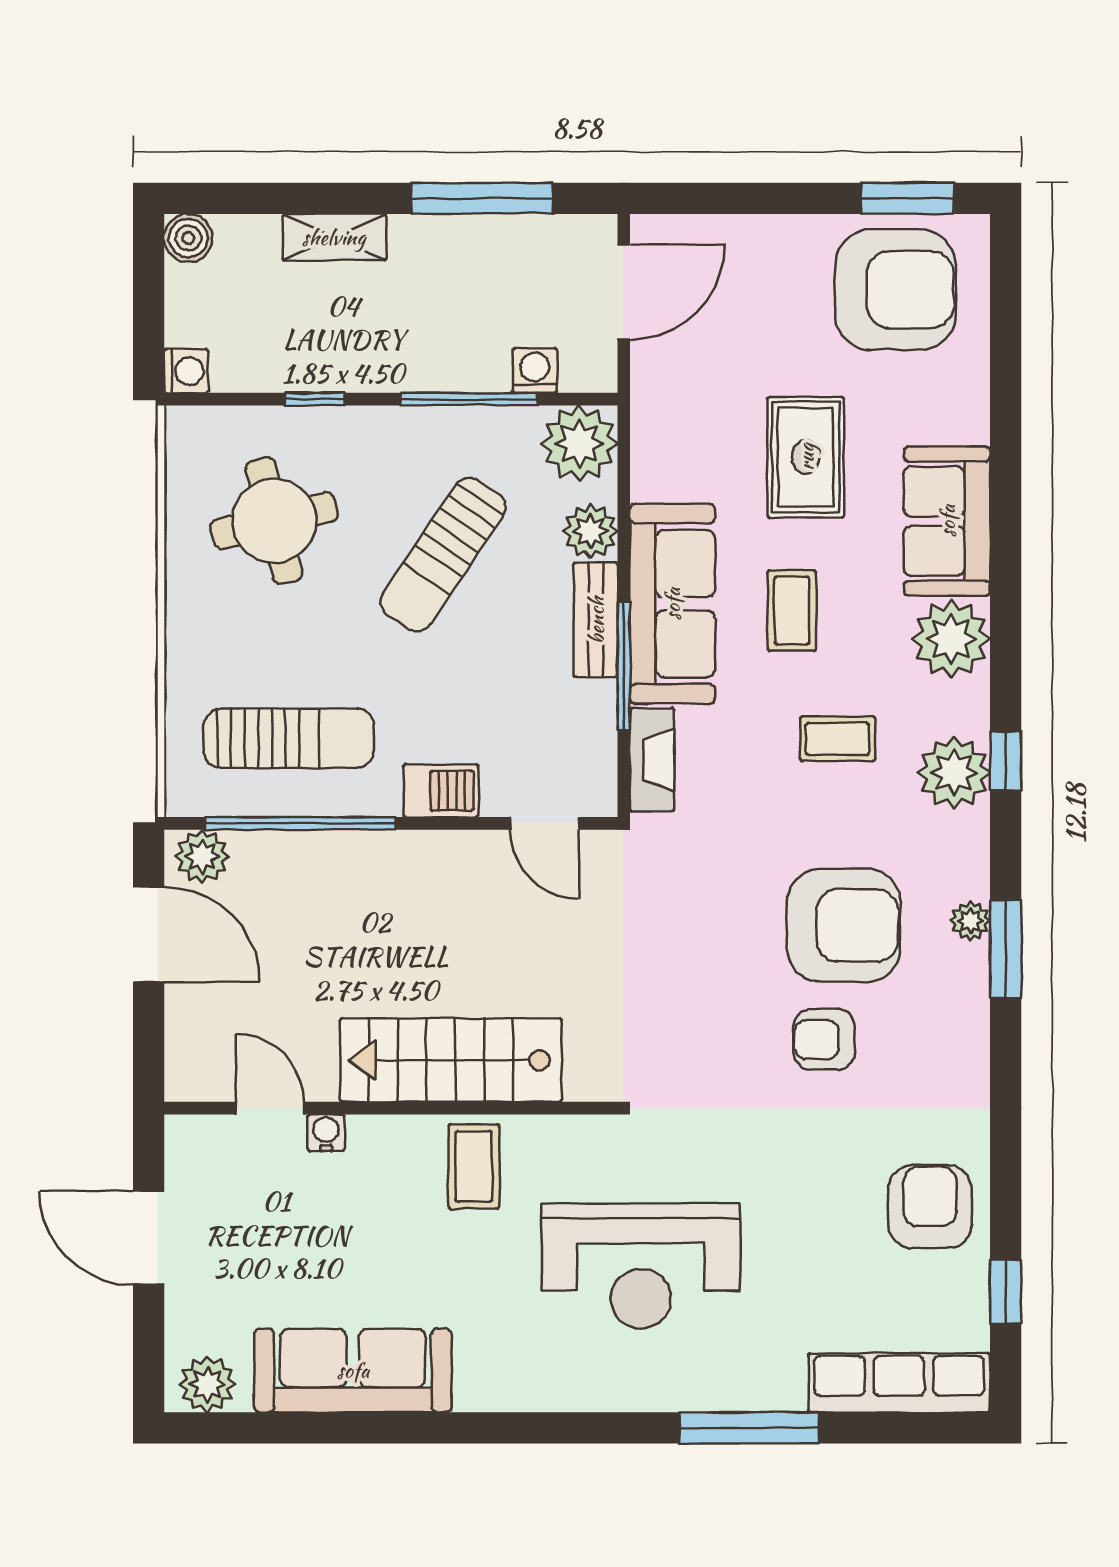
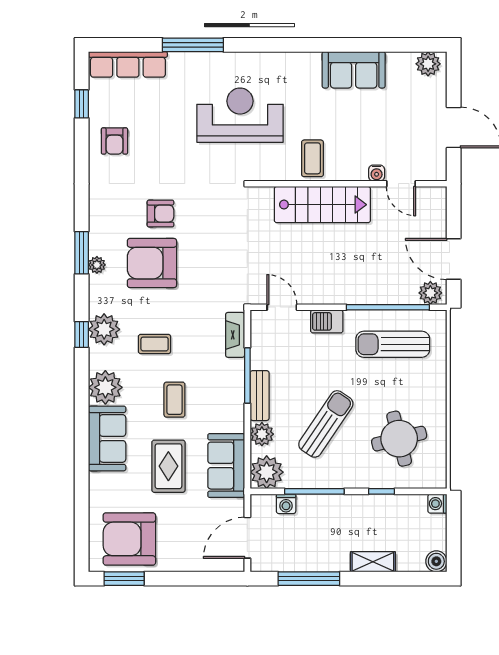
sofa: (672, 604) -> (226, 466), moved, width x0.73
armchair: (930, 1207) -> (114, 141), width x0.72, depth x0.72
sofa: (353, 1370) -> (354, 70), width x0.73

